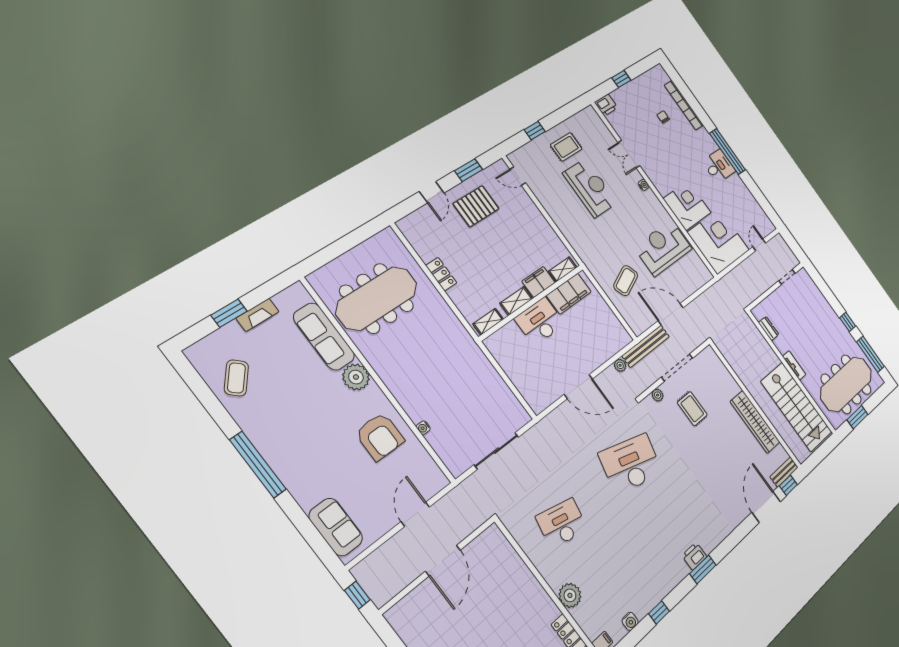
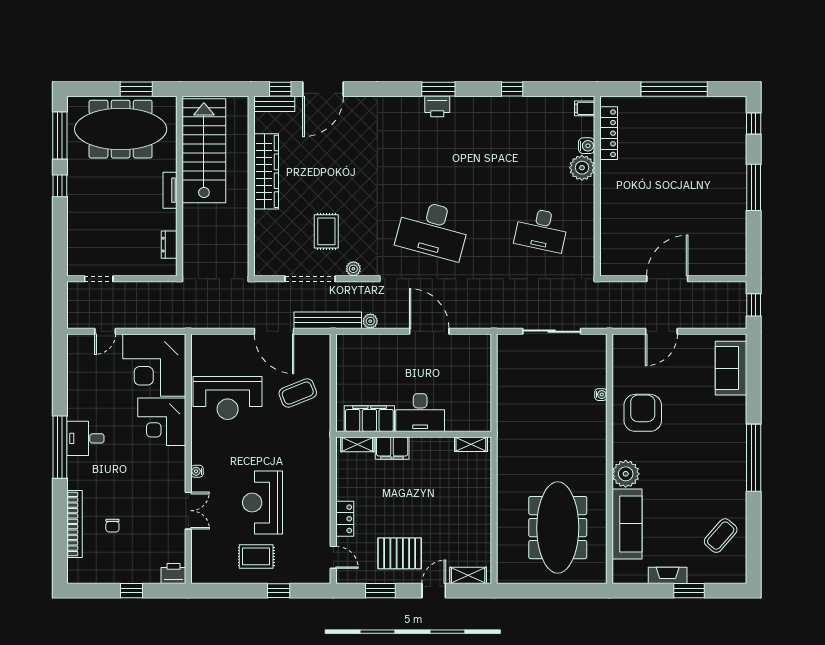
locker: (441, 274) -> (345, 519), moved, turned 180
meeting table: (377, 298) -> (558, 528), turned 90
shelving: (516, 301) -> (468, 575), moved
water cooler: (630, 621) -> (587, 146), moved, turned 90

